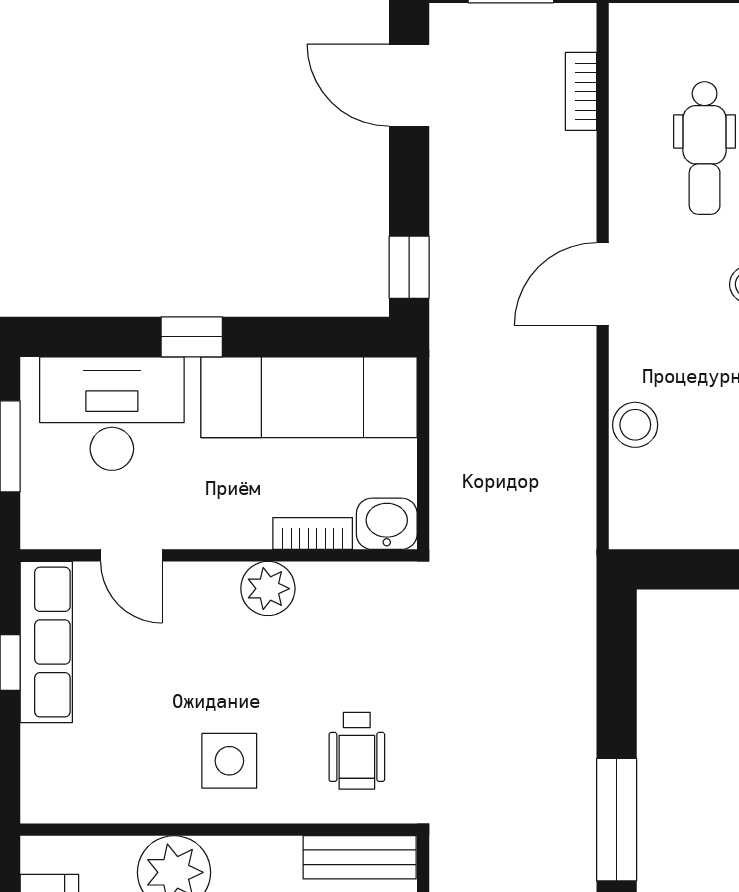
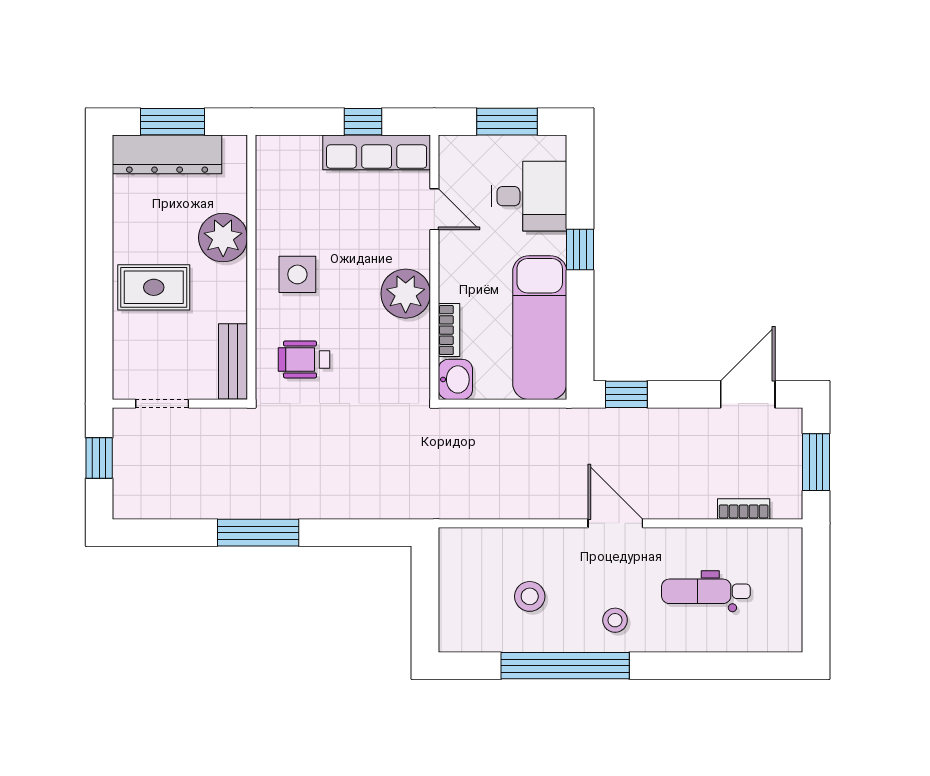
desk: (112, 414) -> (529, 196), width x0.73
stool: (635, 425) -> (530, 596), moved
door: (131, 555) -> (434, 209), swing flipped
plant: (268, 589) -> (406, 294), width x1.36, depth x1.36

